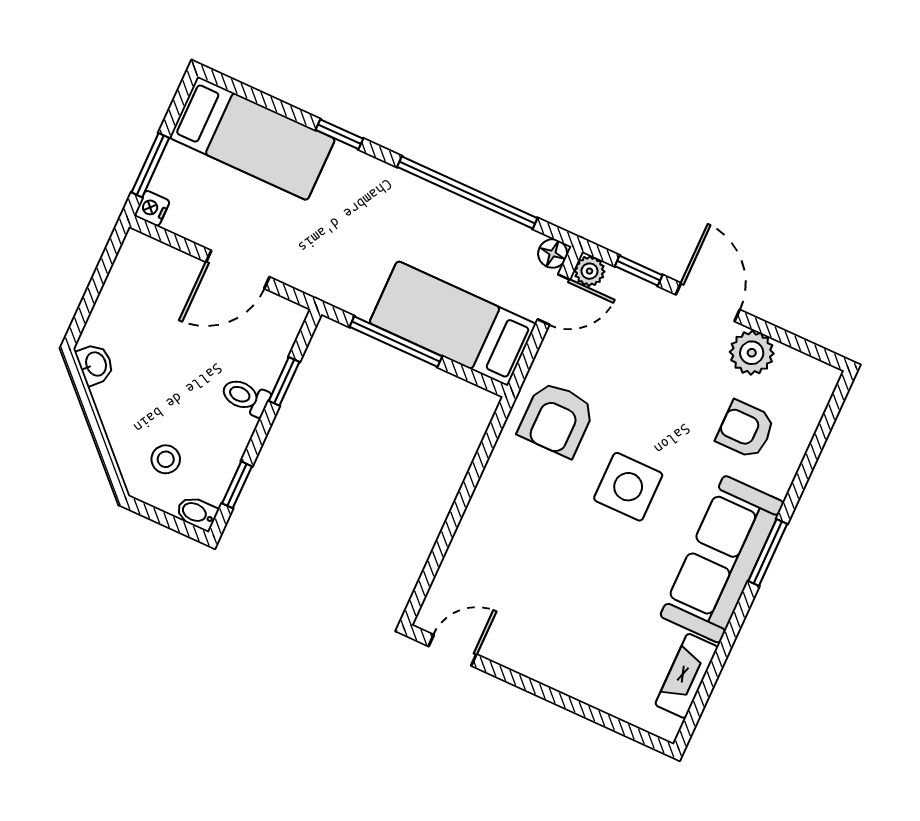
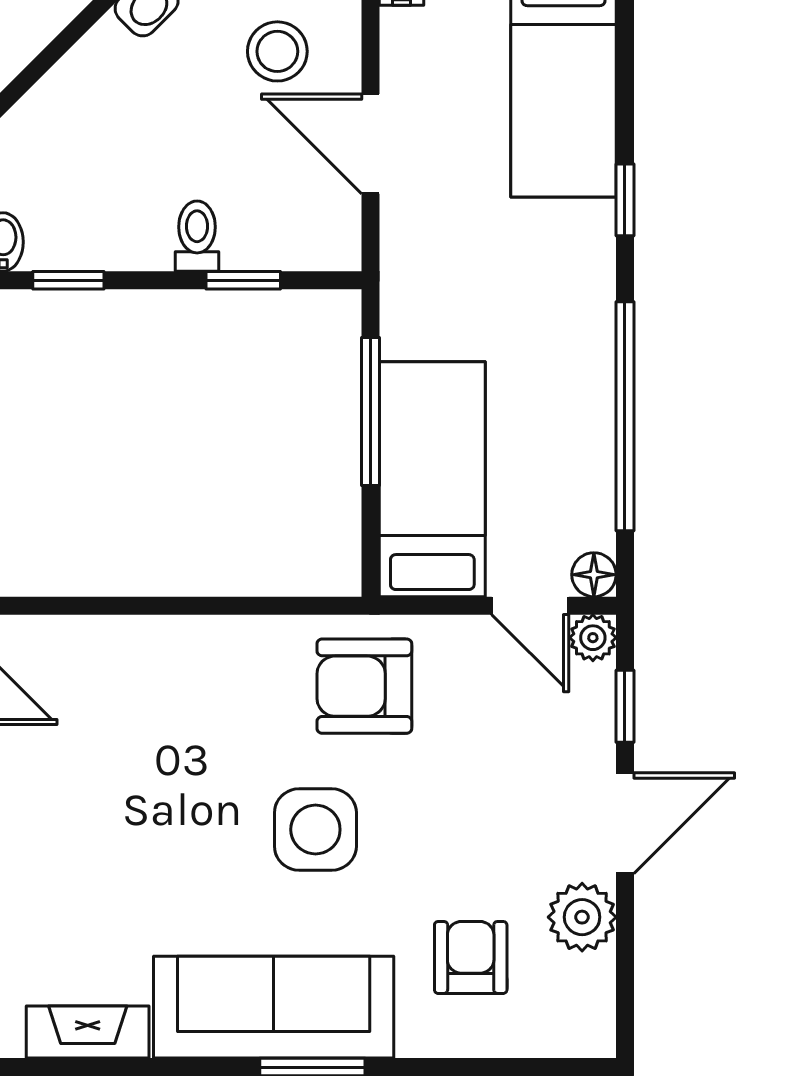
stool: (166, 459) -> (277, 51), moved, width x1.37, depth x1.37

